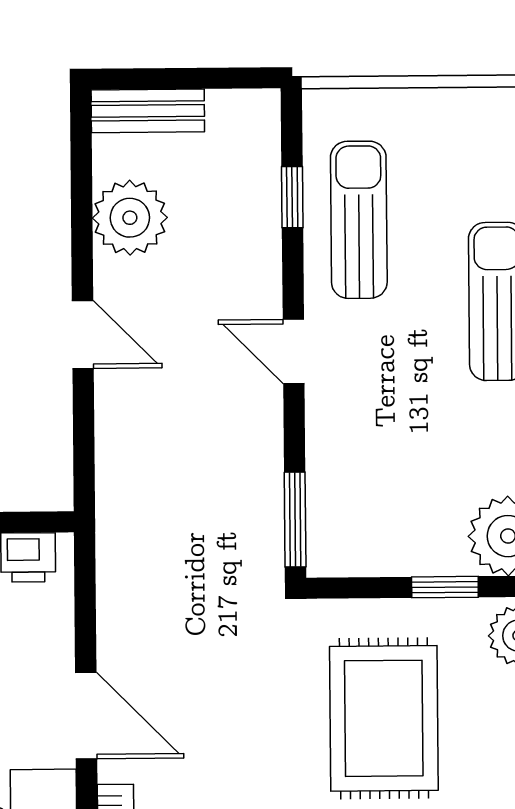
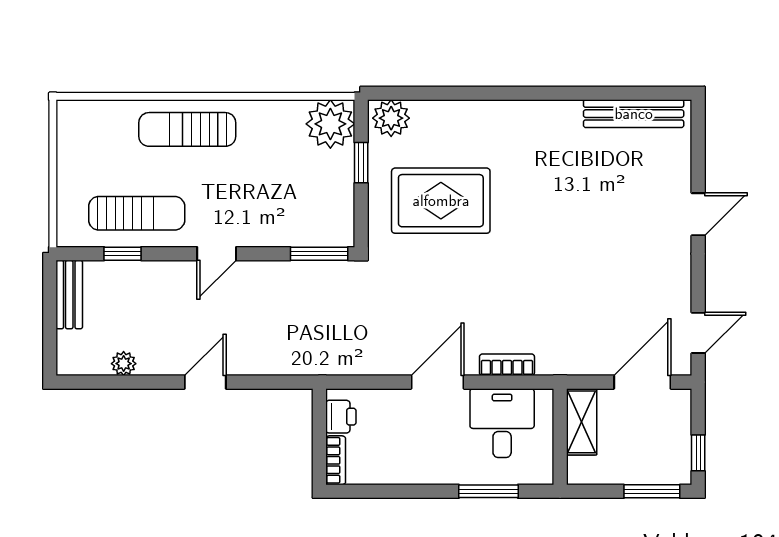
bench: (148, 111) -> (69, 295), moved
plant: (130, 218) -> (124, 364), width x0.53, depth x0.53
sun lounger: (359, 220) -> (137, 213), turned 180

